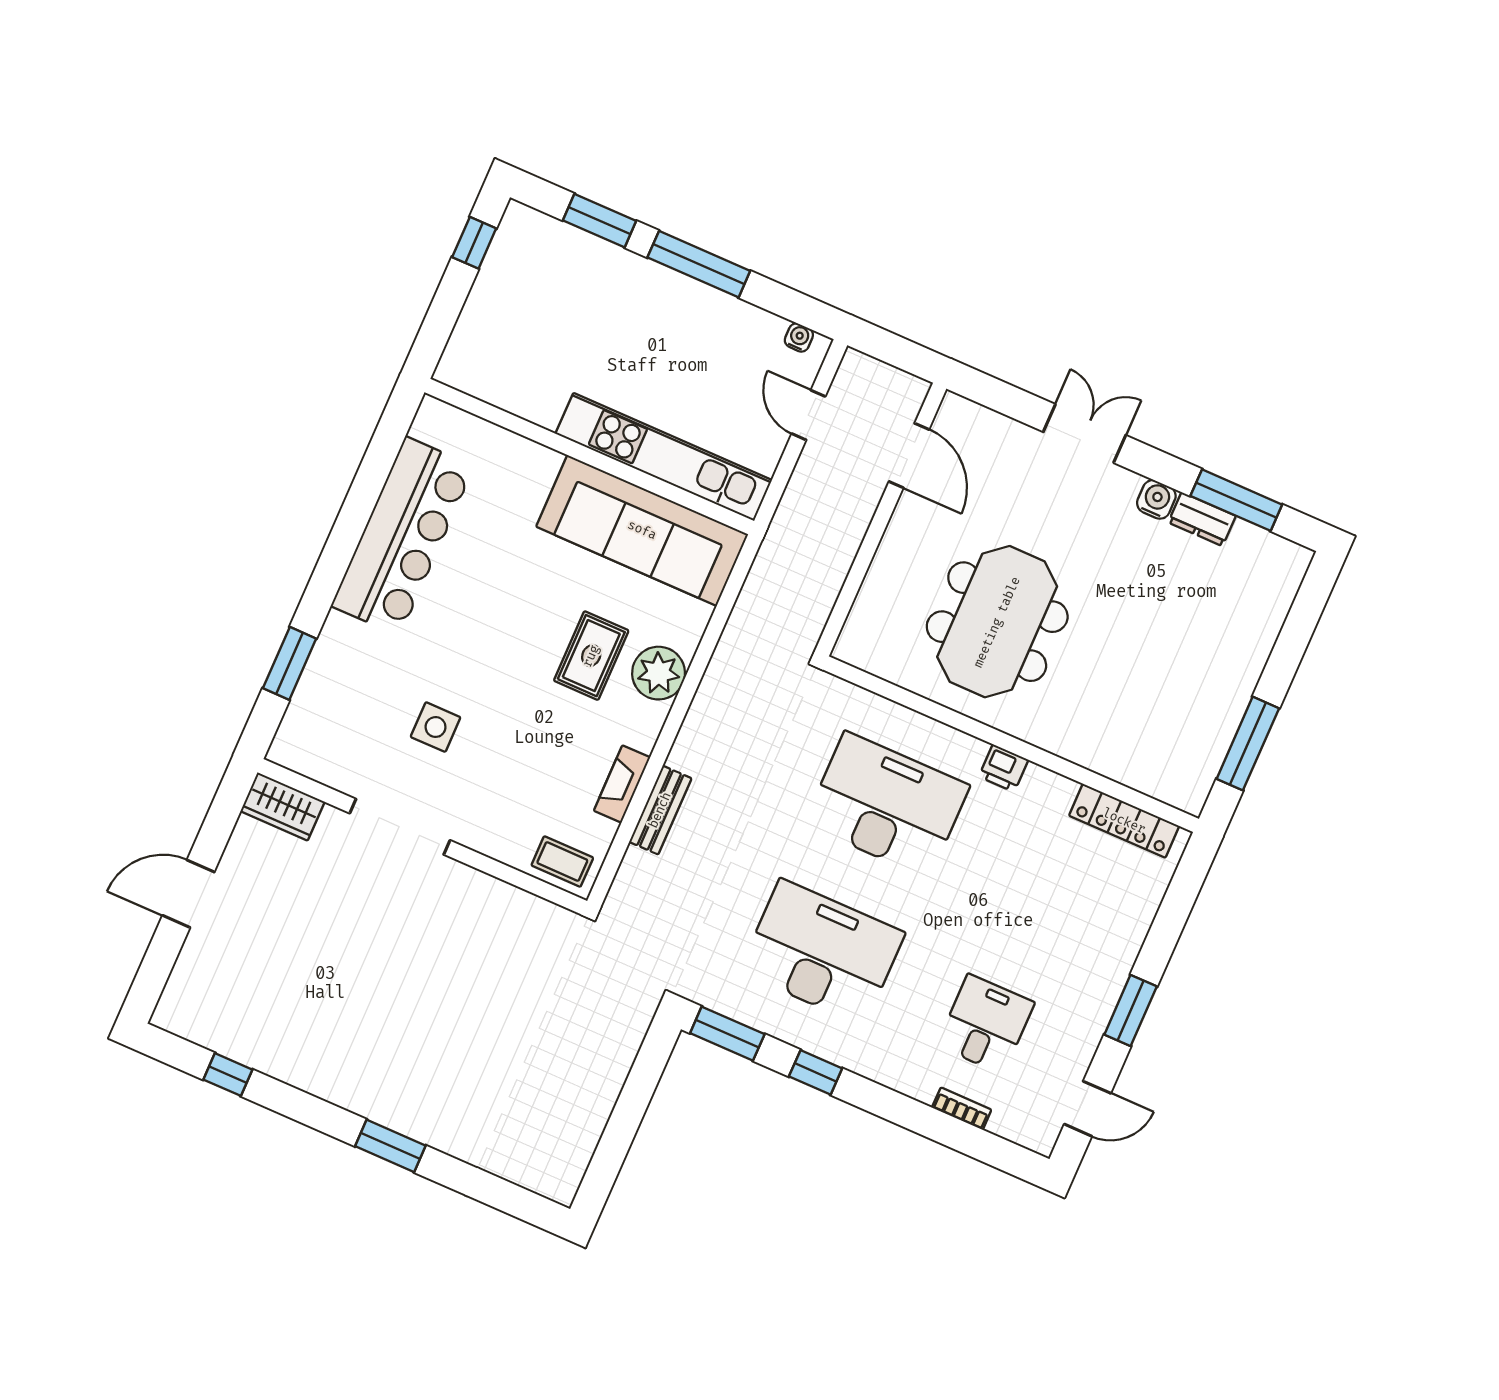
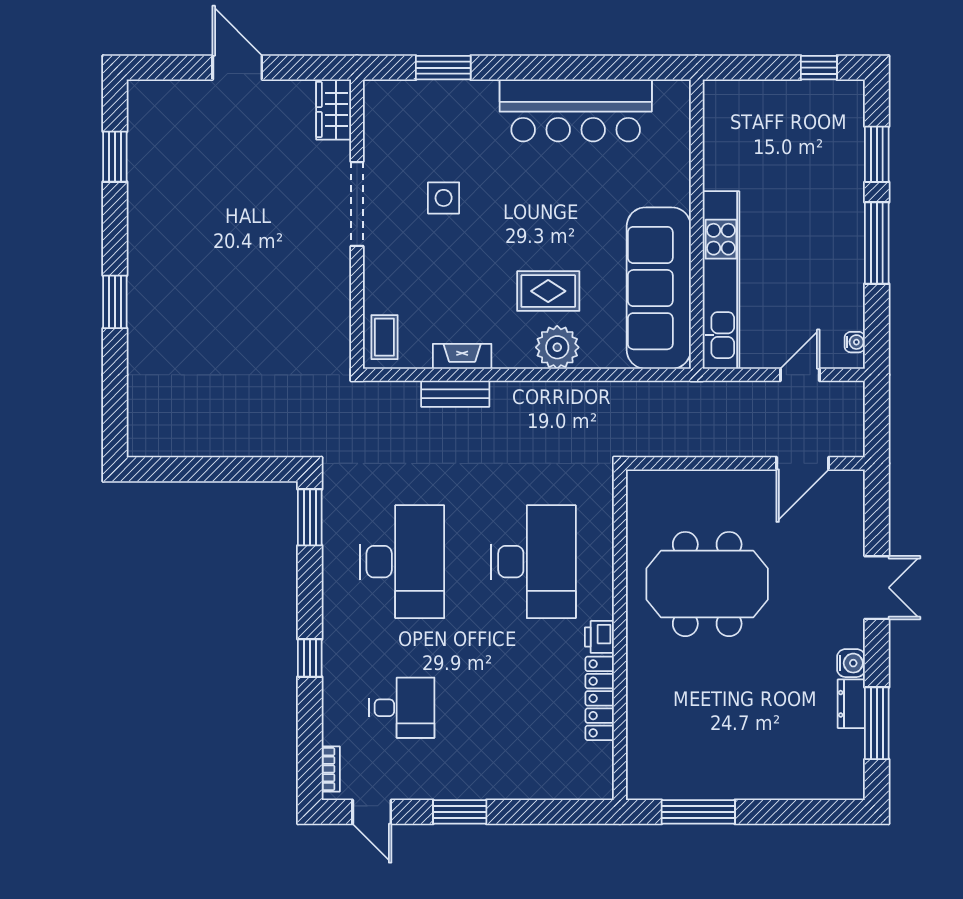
locker: (1124, 821) -> (600, 698), moved
window: (816, 1072) -> (310, 658), moved
window: (228, 1075) -> (115, 157), width x1.50
bookcase: (962, 1109) -> (331, 769), moved

